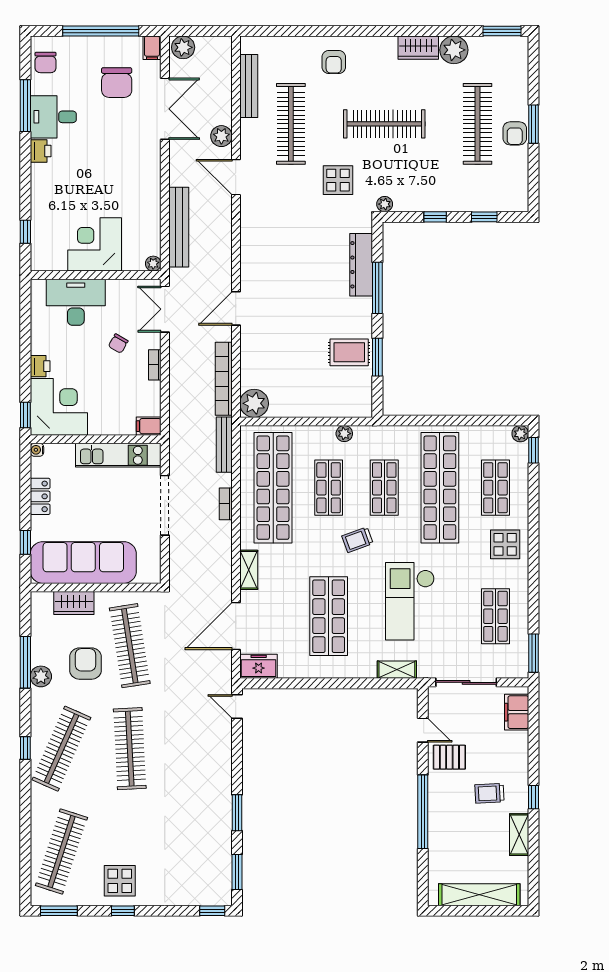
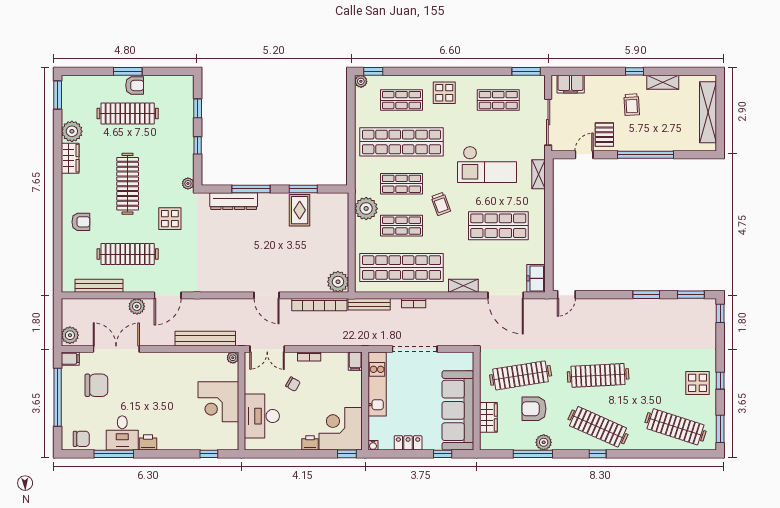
plant: (344, 434) -> (366, 209), width x1.88, depth x1.88

